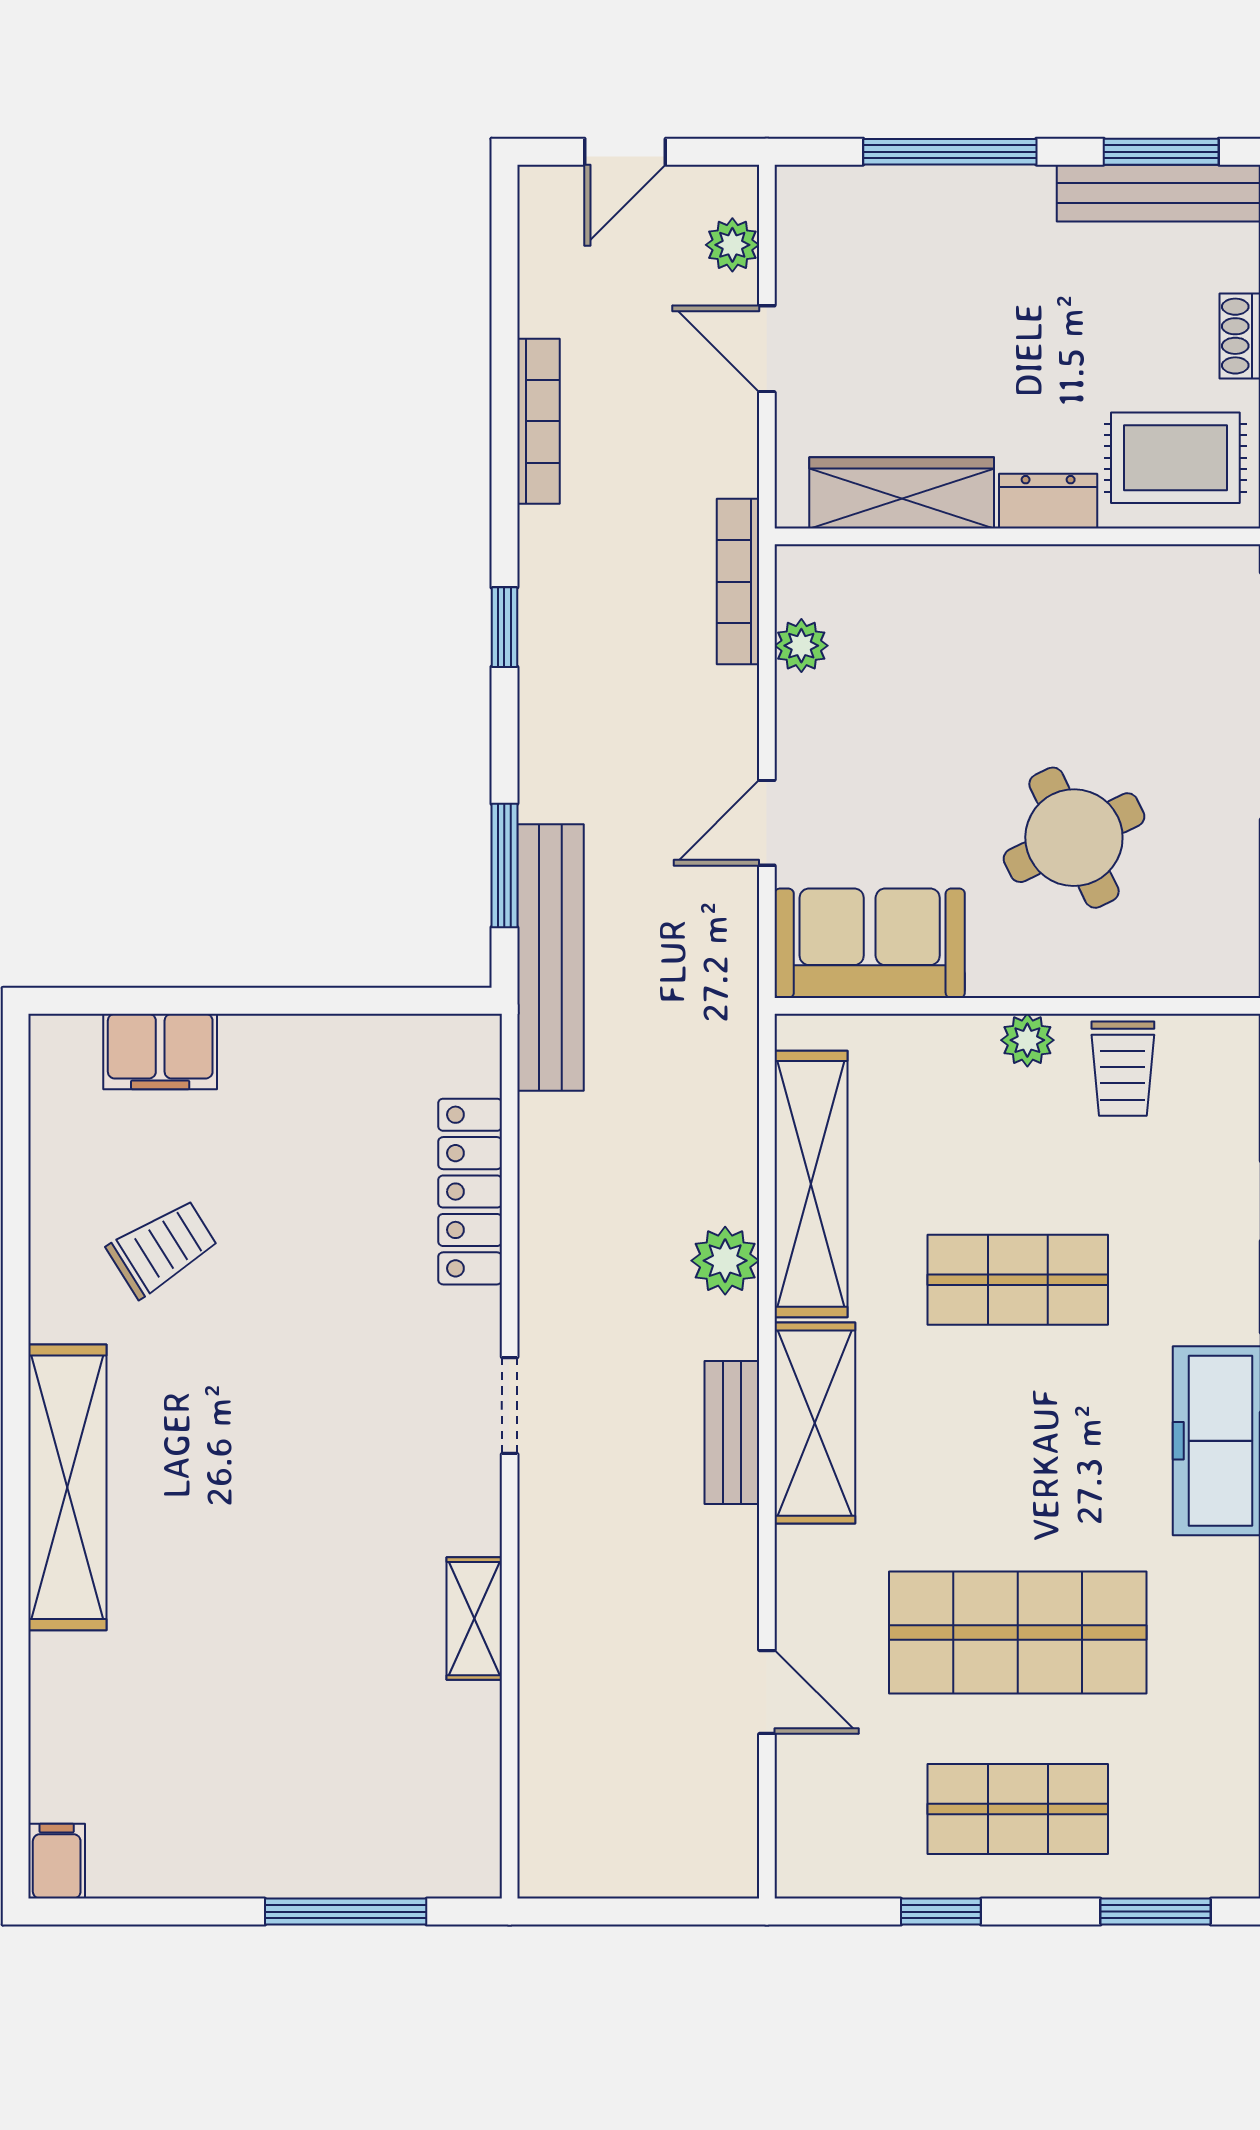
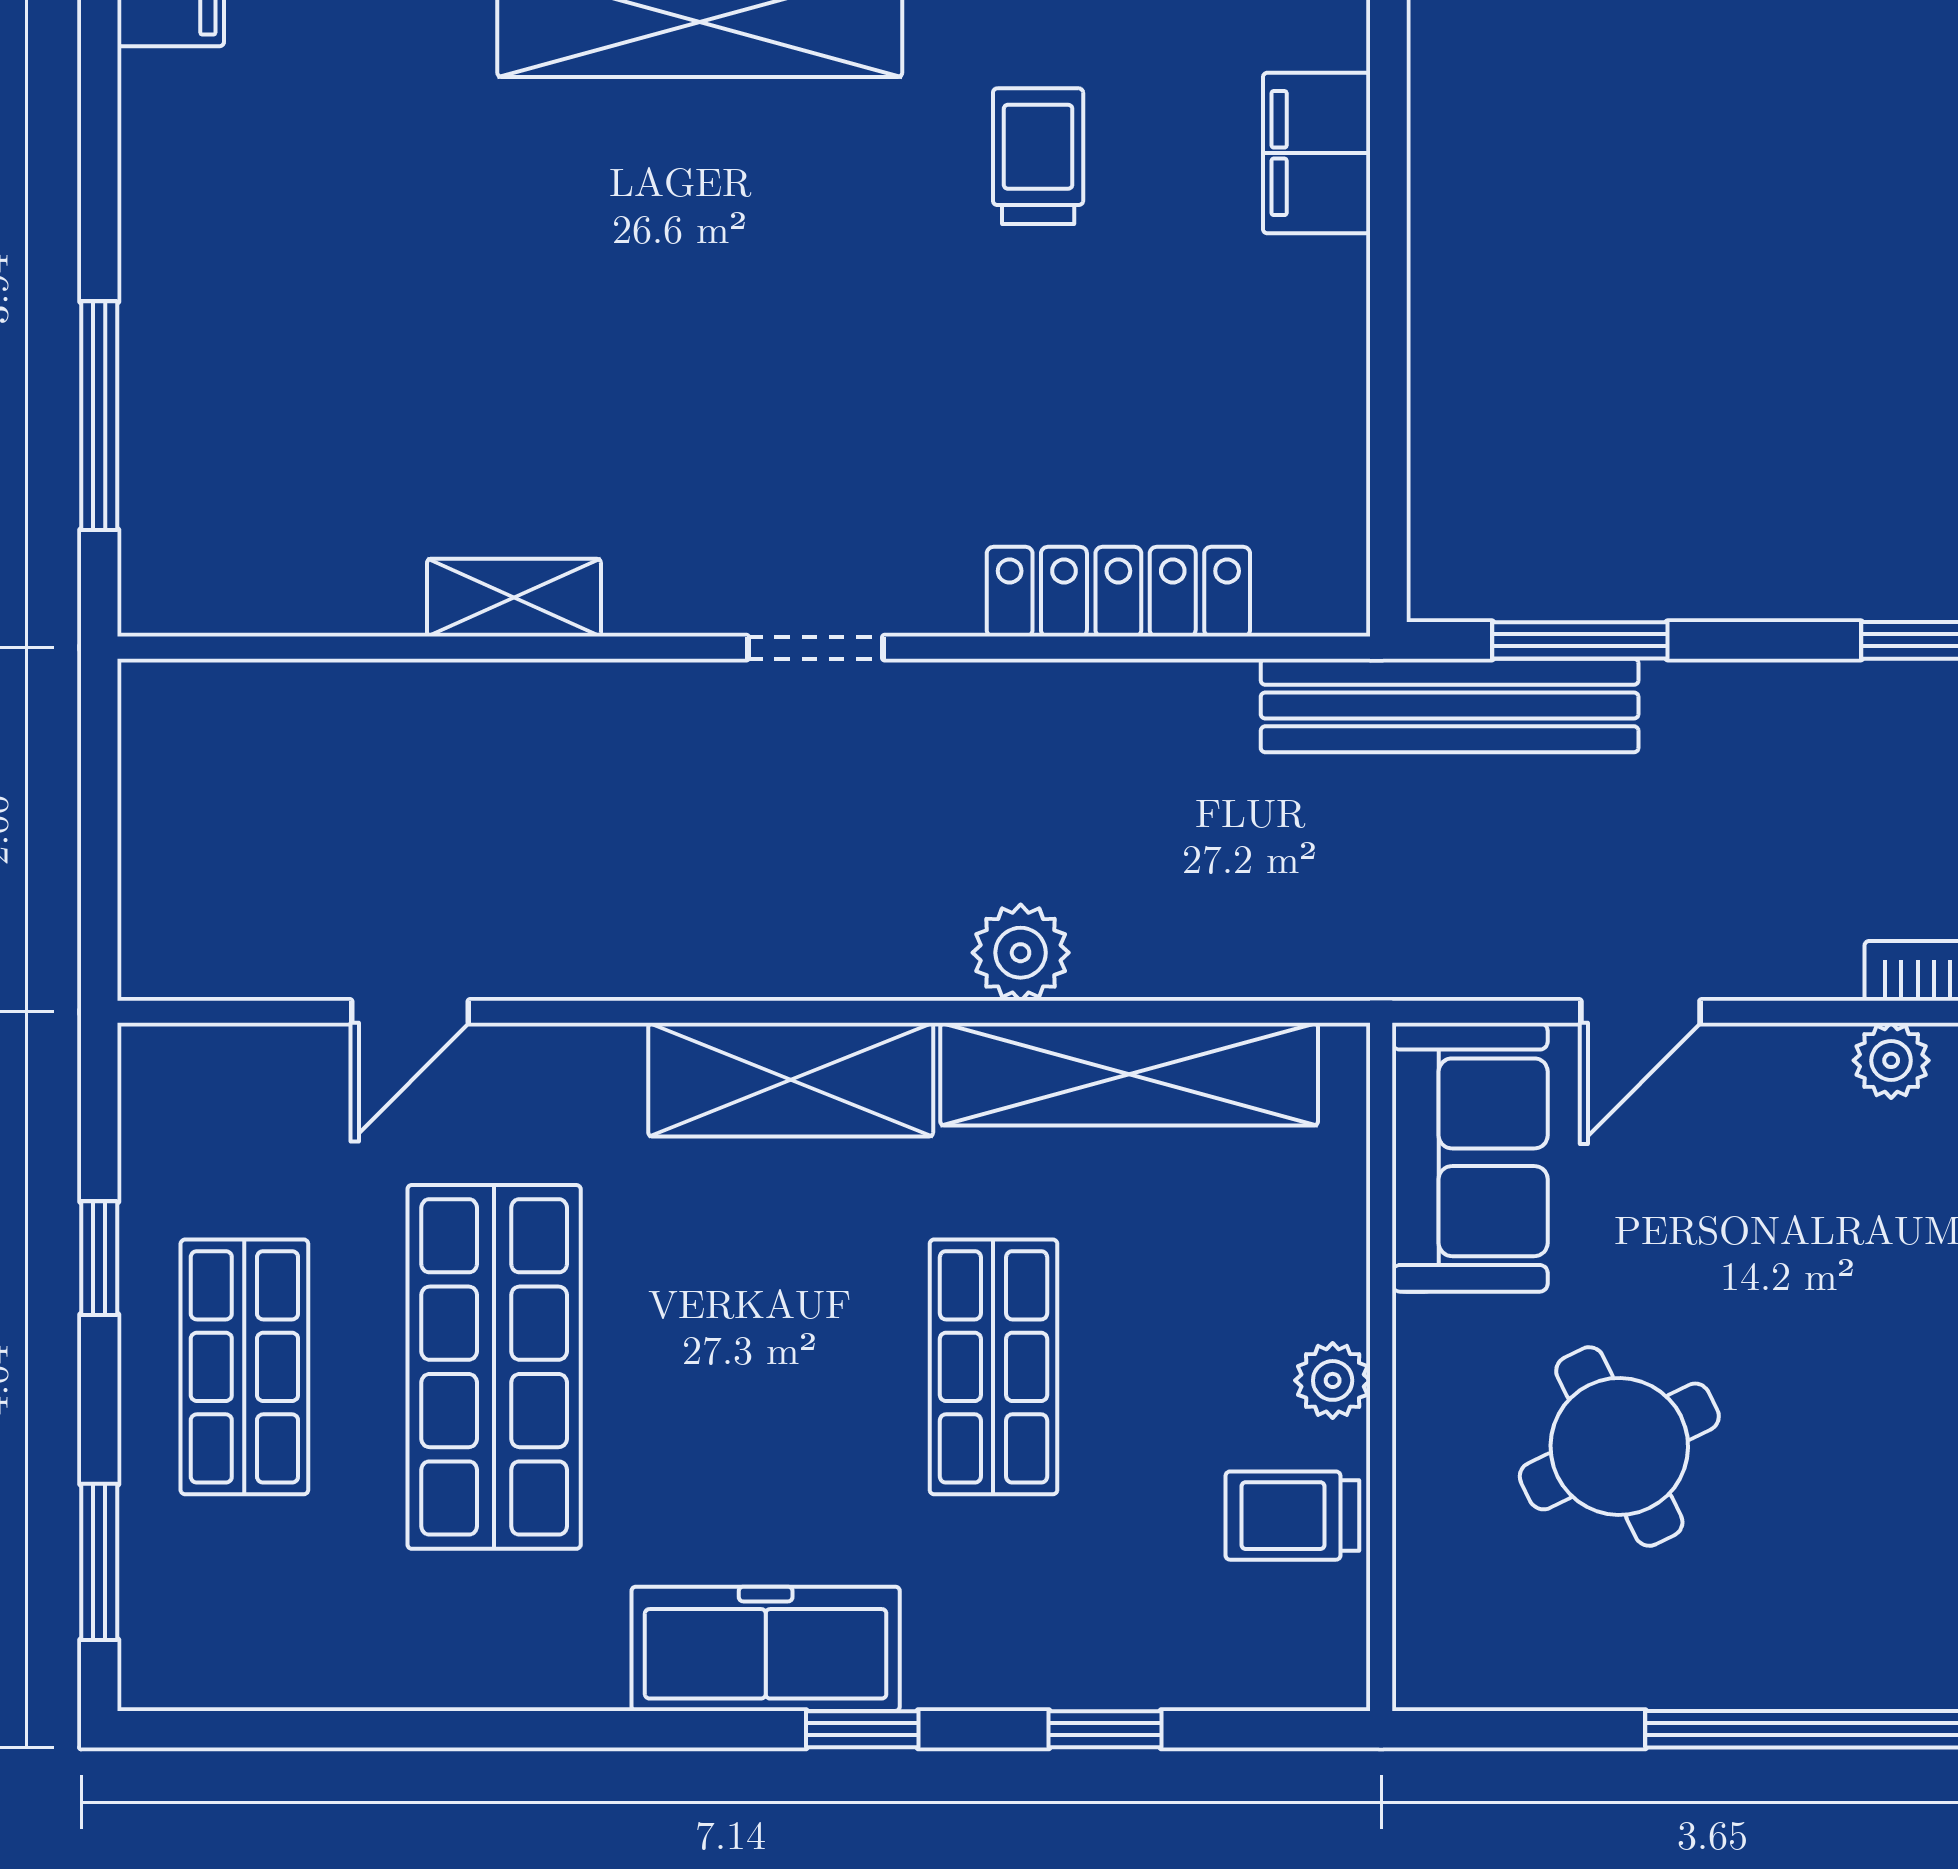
door: (767, 823) -> (1640, 1012), swing flipped
trolley: (162, 1248) -> (1038, 156), turned -148
bench: (732, 1432) -> (777, 962), removed

